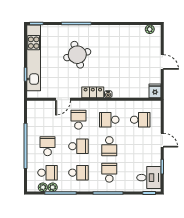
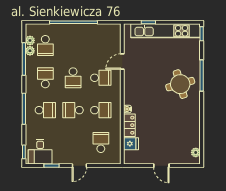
round table: (77, 55) -> (180, 84), moved
door: (162, 62) -> (161, 166), hinge flipped
fridge: (155, 91) -> (131, 144), moved
locker: (93, 92) -> (129, 125), moved
door: (63, 99) -> (122, 62), hinge flipped
school desk: (109, 120) -> (101, 110), turned 90
school desk: (140, 120) -> (101, 142), turned 180
school desk: (48, 146) -> (73, 45), removed
school desk: (78, 173) -> (45, 78), turned 180

